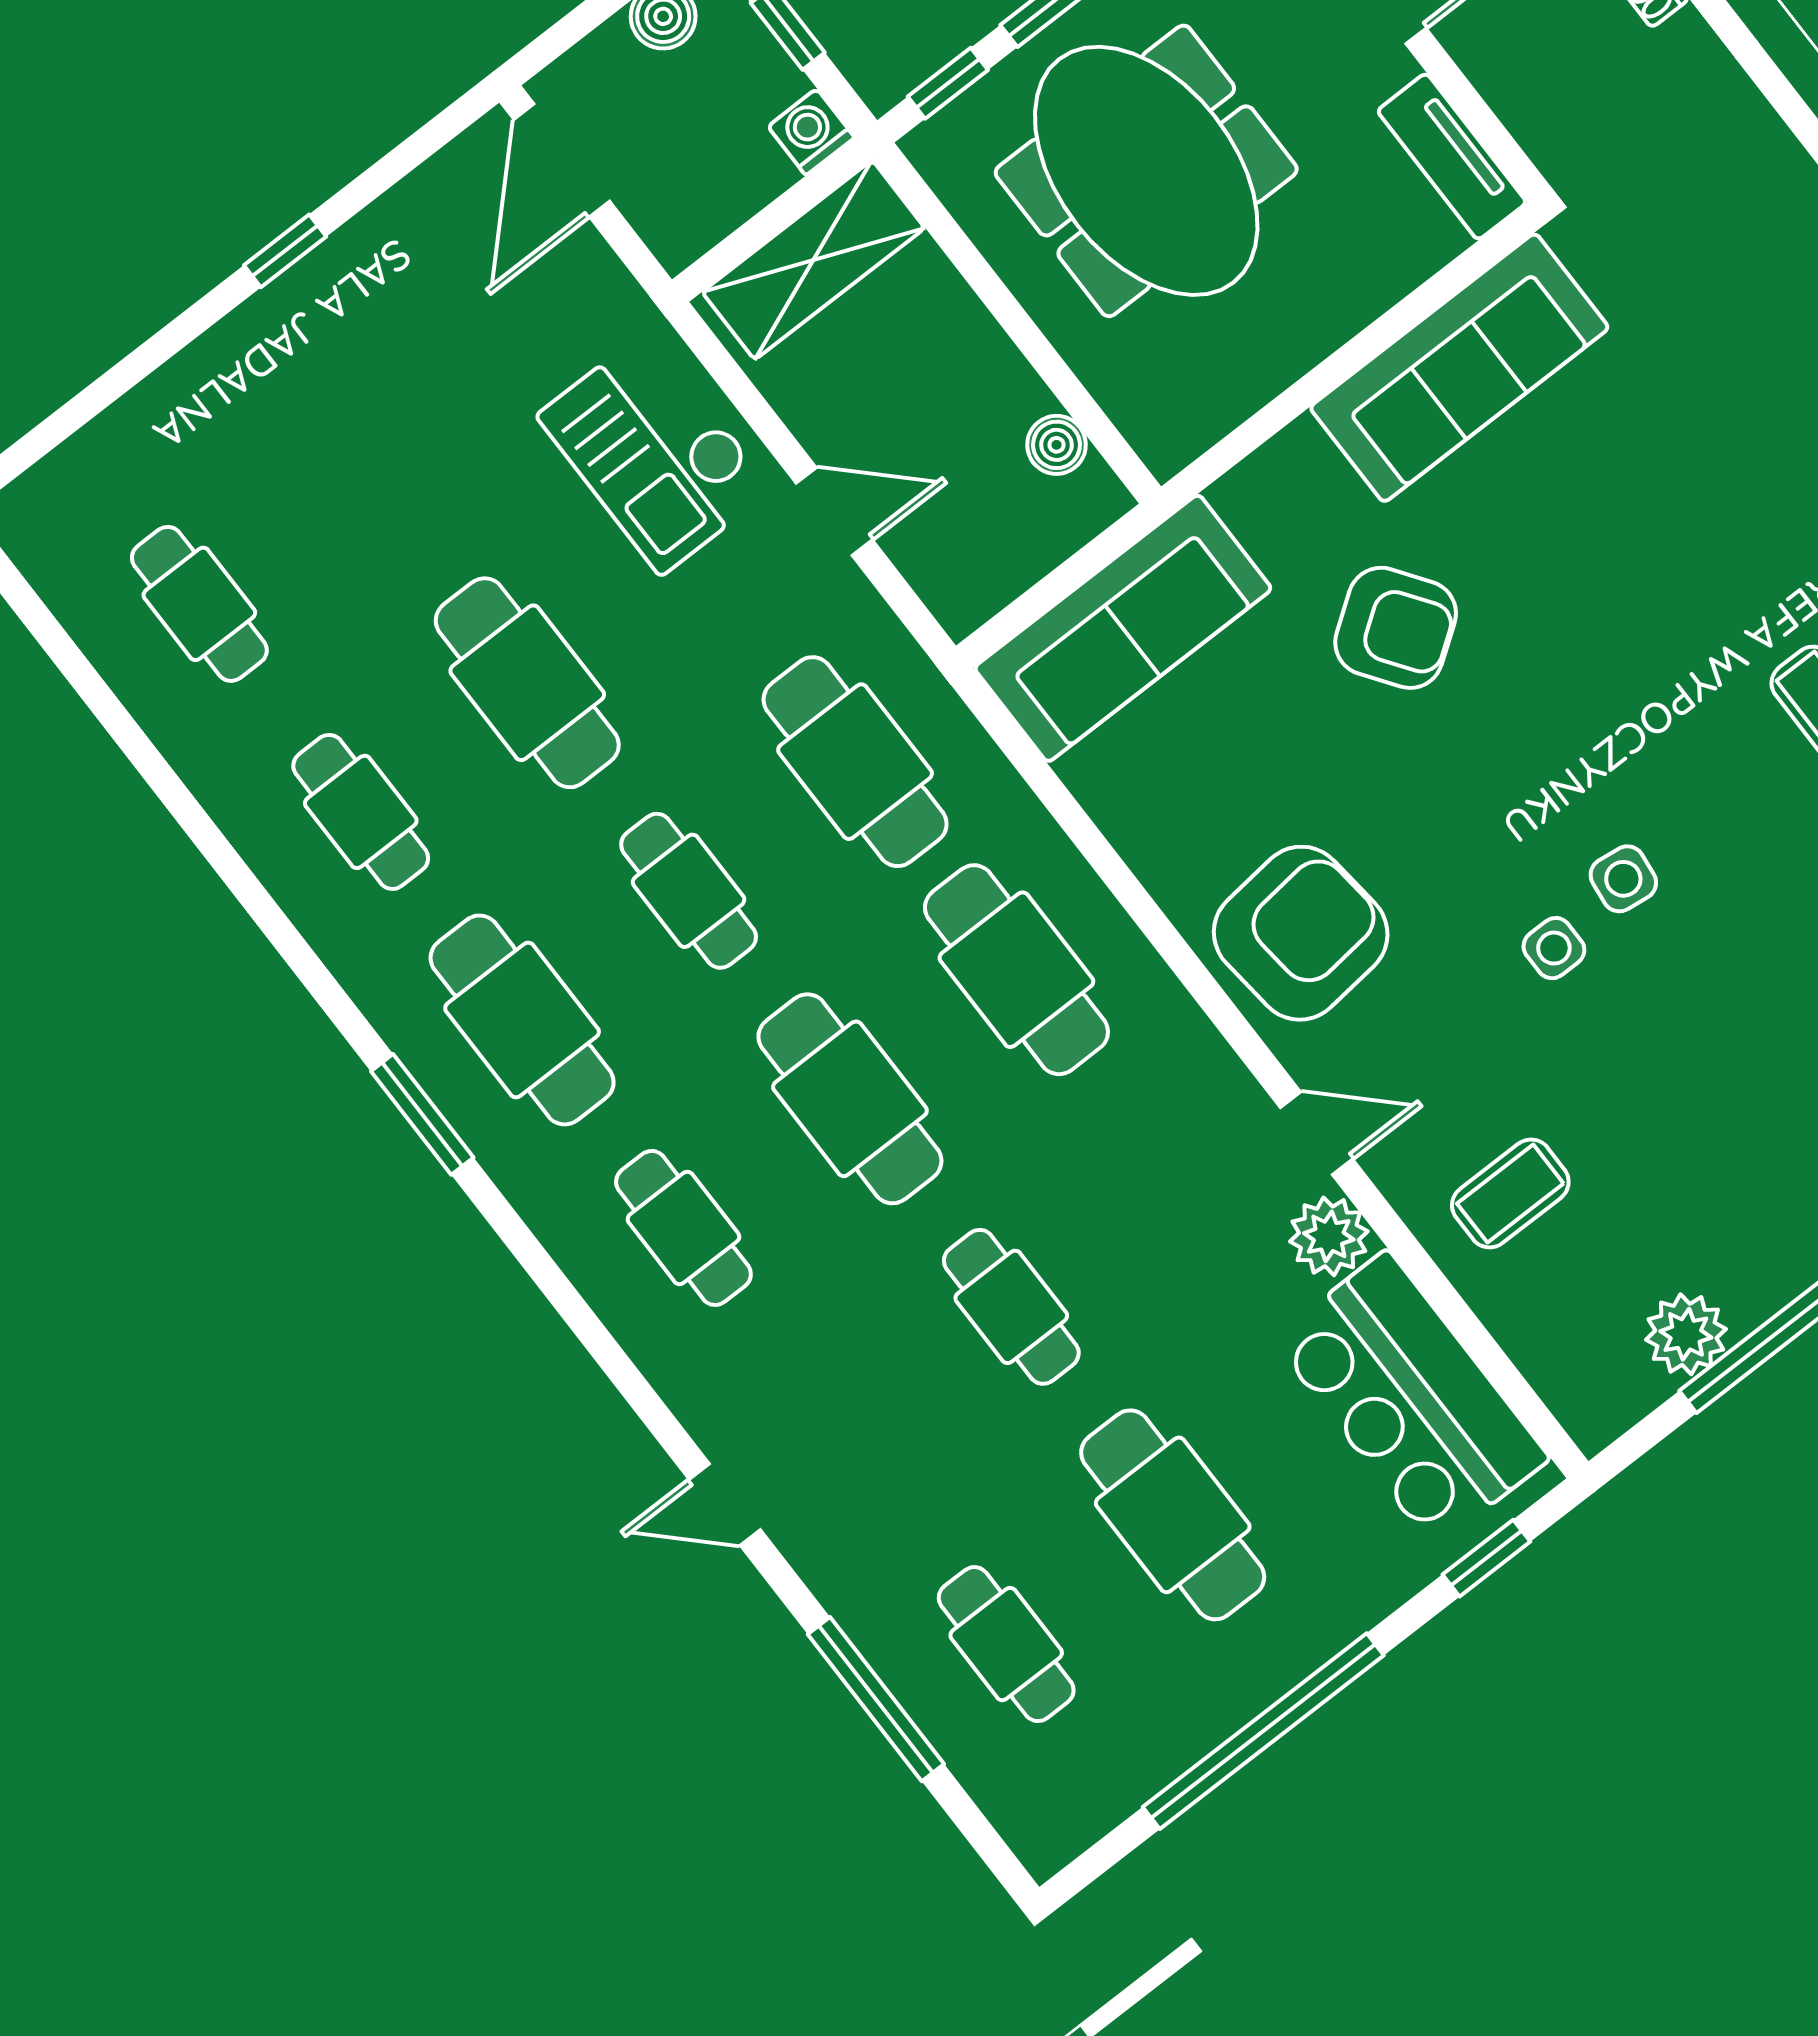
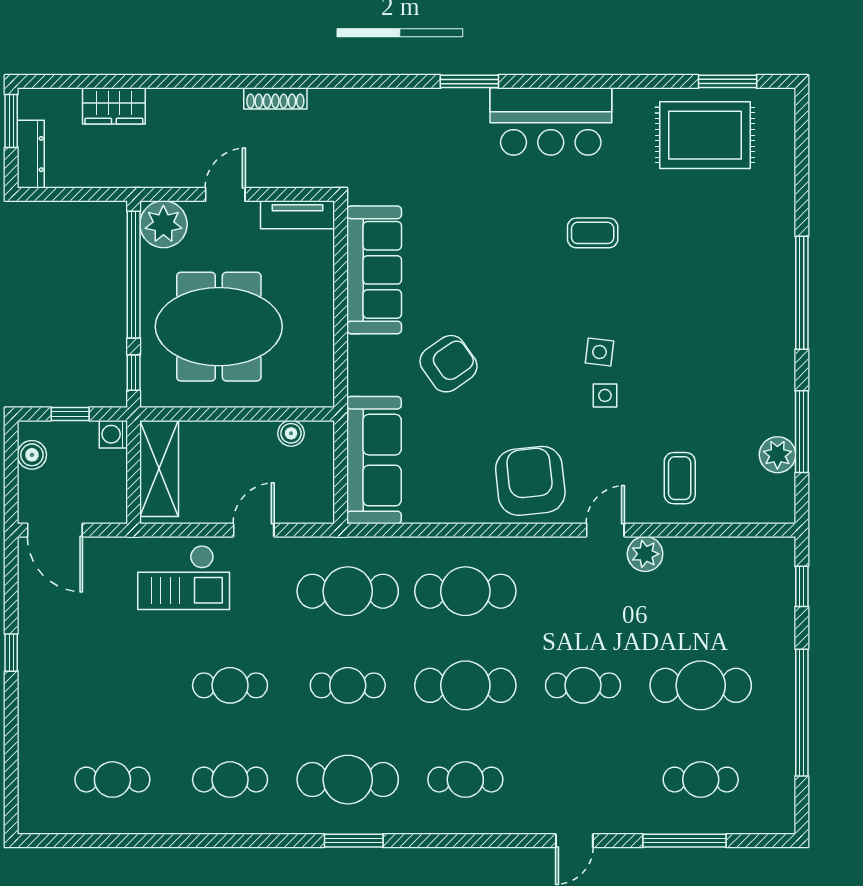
cafe table: (527, 683) -> (230, 685), width x0.73, depth x0.74
bar counter: (1411, 1399) -> (725, 569), removed

